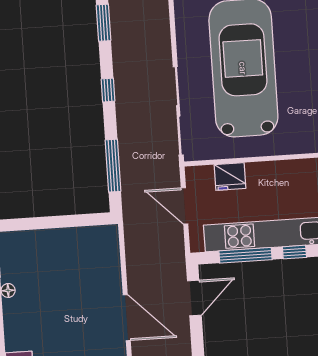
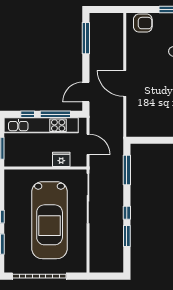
window: (104, 23) -> (127, 236), moved

